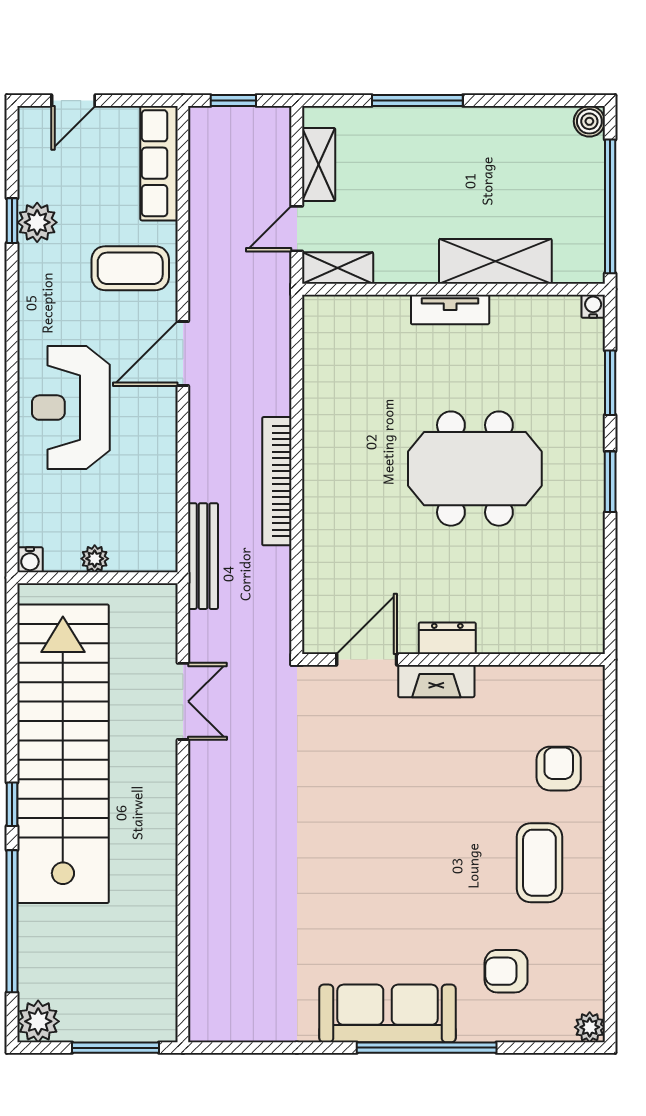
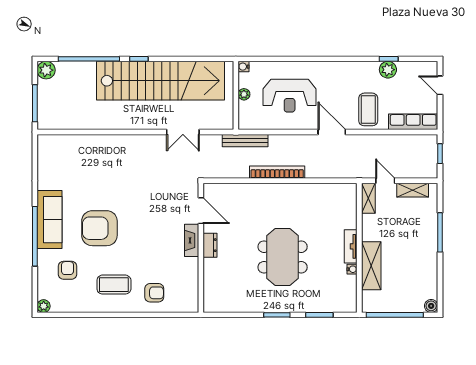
water cooler: (593, 306) -> (352, 269), moved
reception desk: (71, 408) -> (290, 96), moved, turned 180
armchair: (408, 897) -> (99, 228), added

